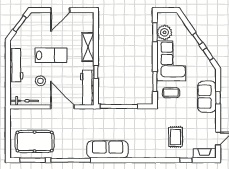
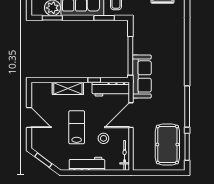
sofa: (108, 149) -> (142, 76), moved, turned 180

